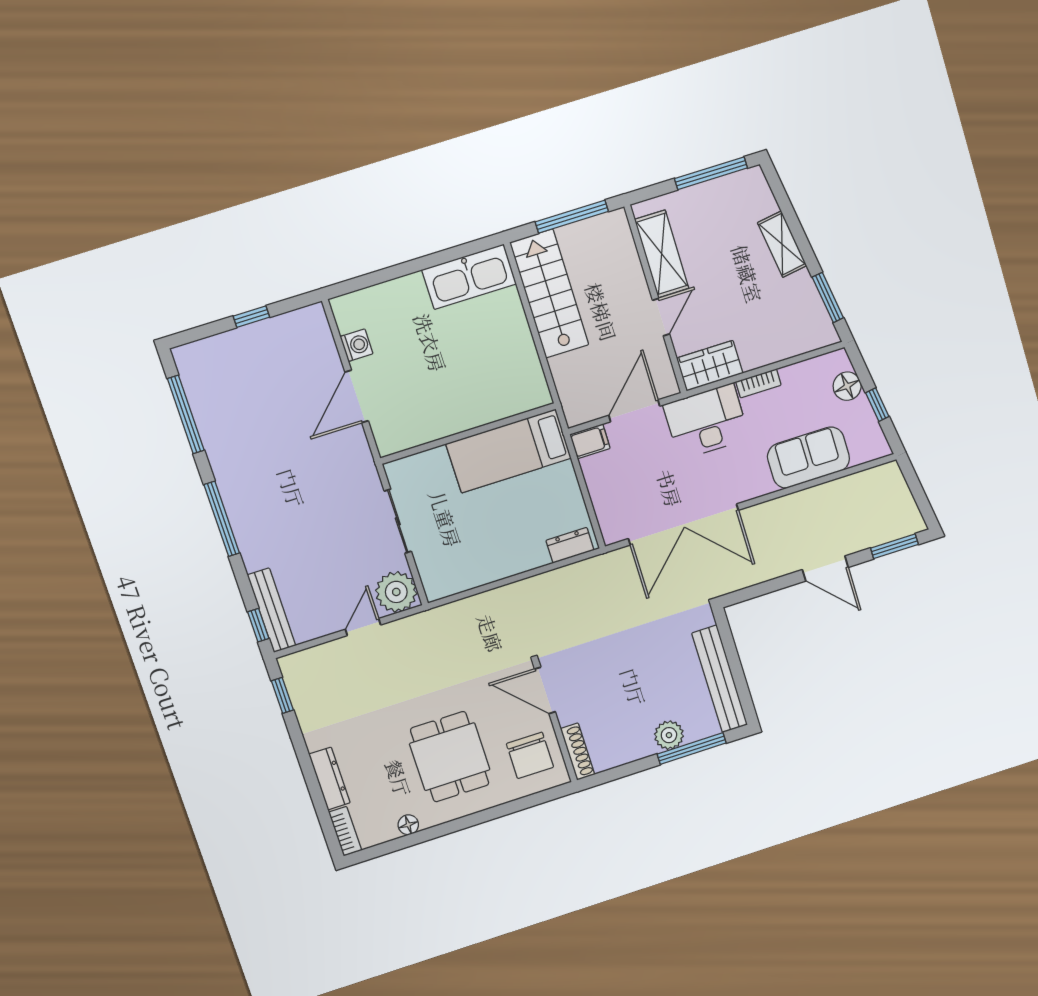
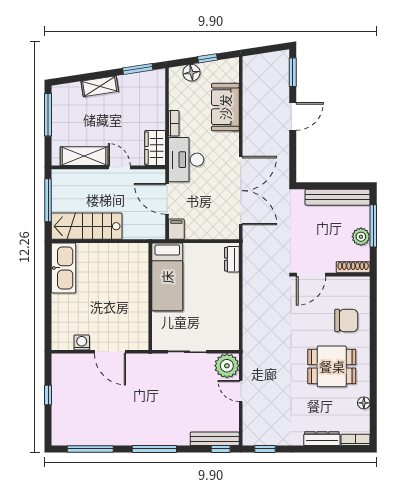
door: (545, 690) -> (311, 275), moved
wall: (555, 722) -> (331, 275), moved
shoe rack: (578, 752) -> (353, 267), moved

